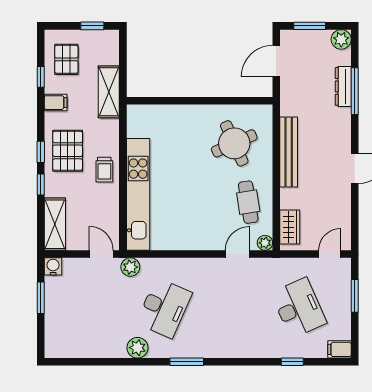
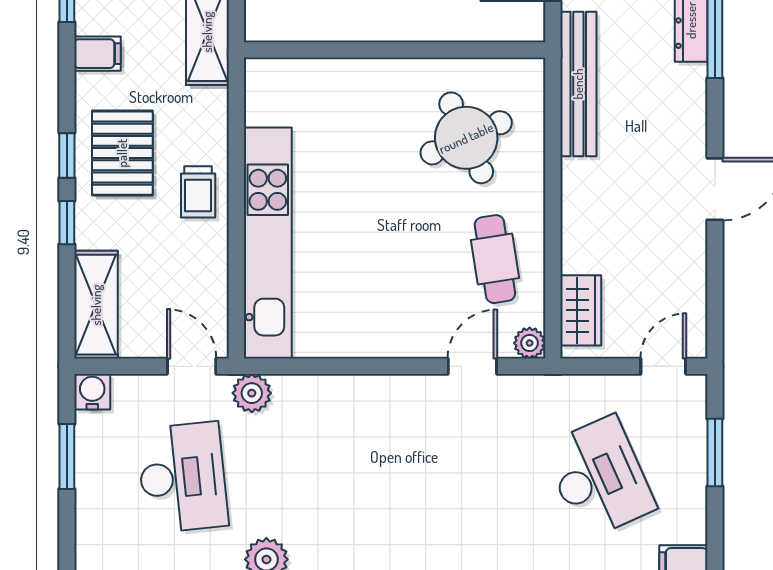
bench: (289, 152) -> (578, 84), moved
desk: (164, 308) -> (182, 477), moved, turned -30

